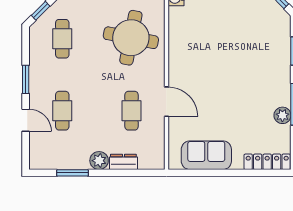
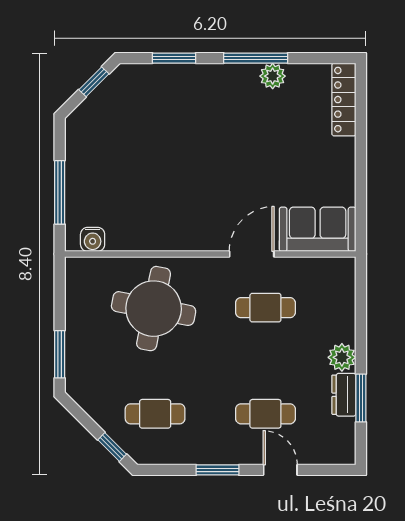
door: (26, 120) -> (280, 470), hinge flipped
sofa: (206, 155) -> (318, 229), moved, turned 90
dresser: (123, 162) -> (344, 395), moved

